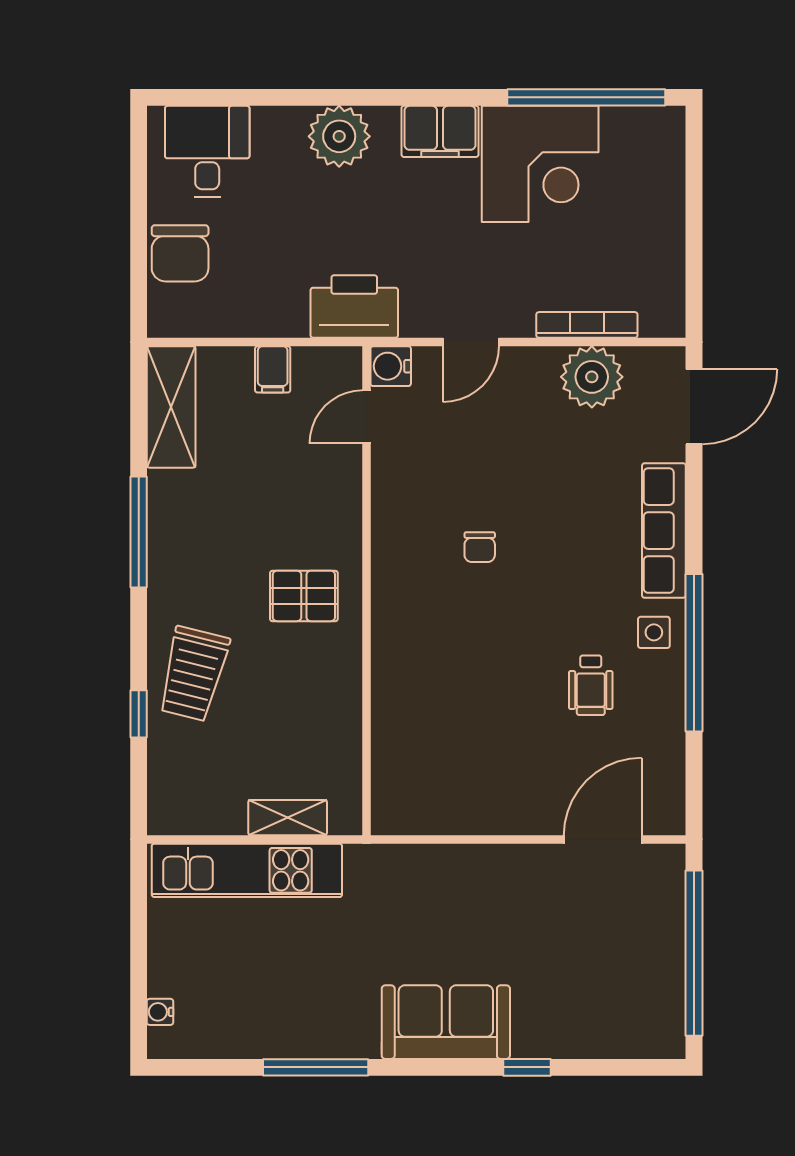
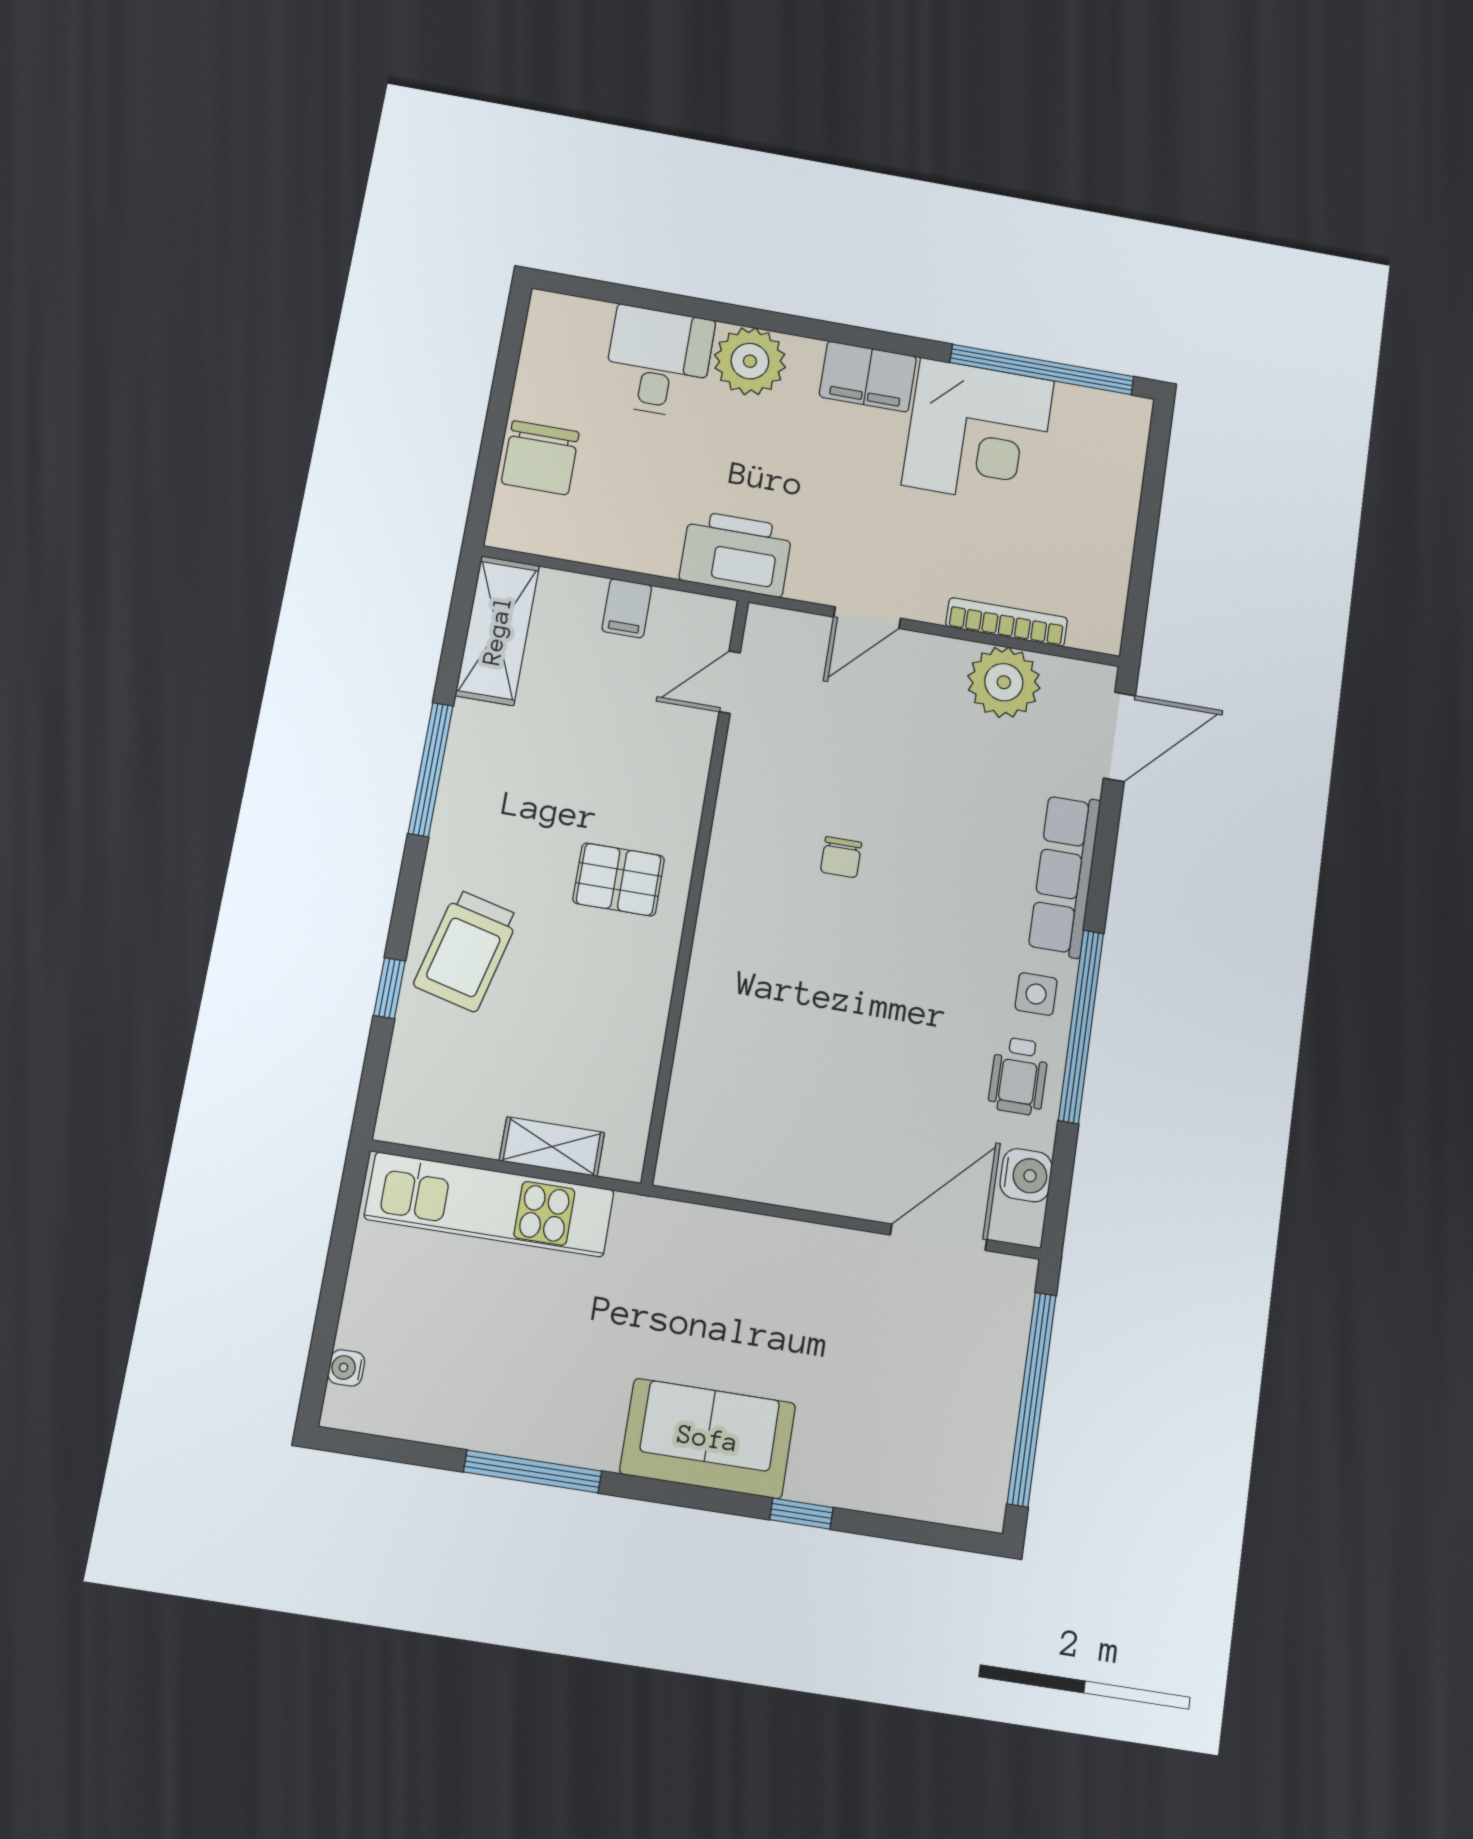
desk: (207, 151) -> (658, 362), moved
water cooler: (391, 366) -> (1026, 1175), moved, turned 180
wheelchair: (591, 685) -> (1019, 1076), moved

